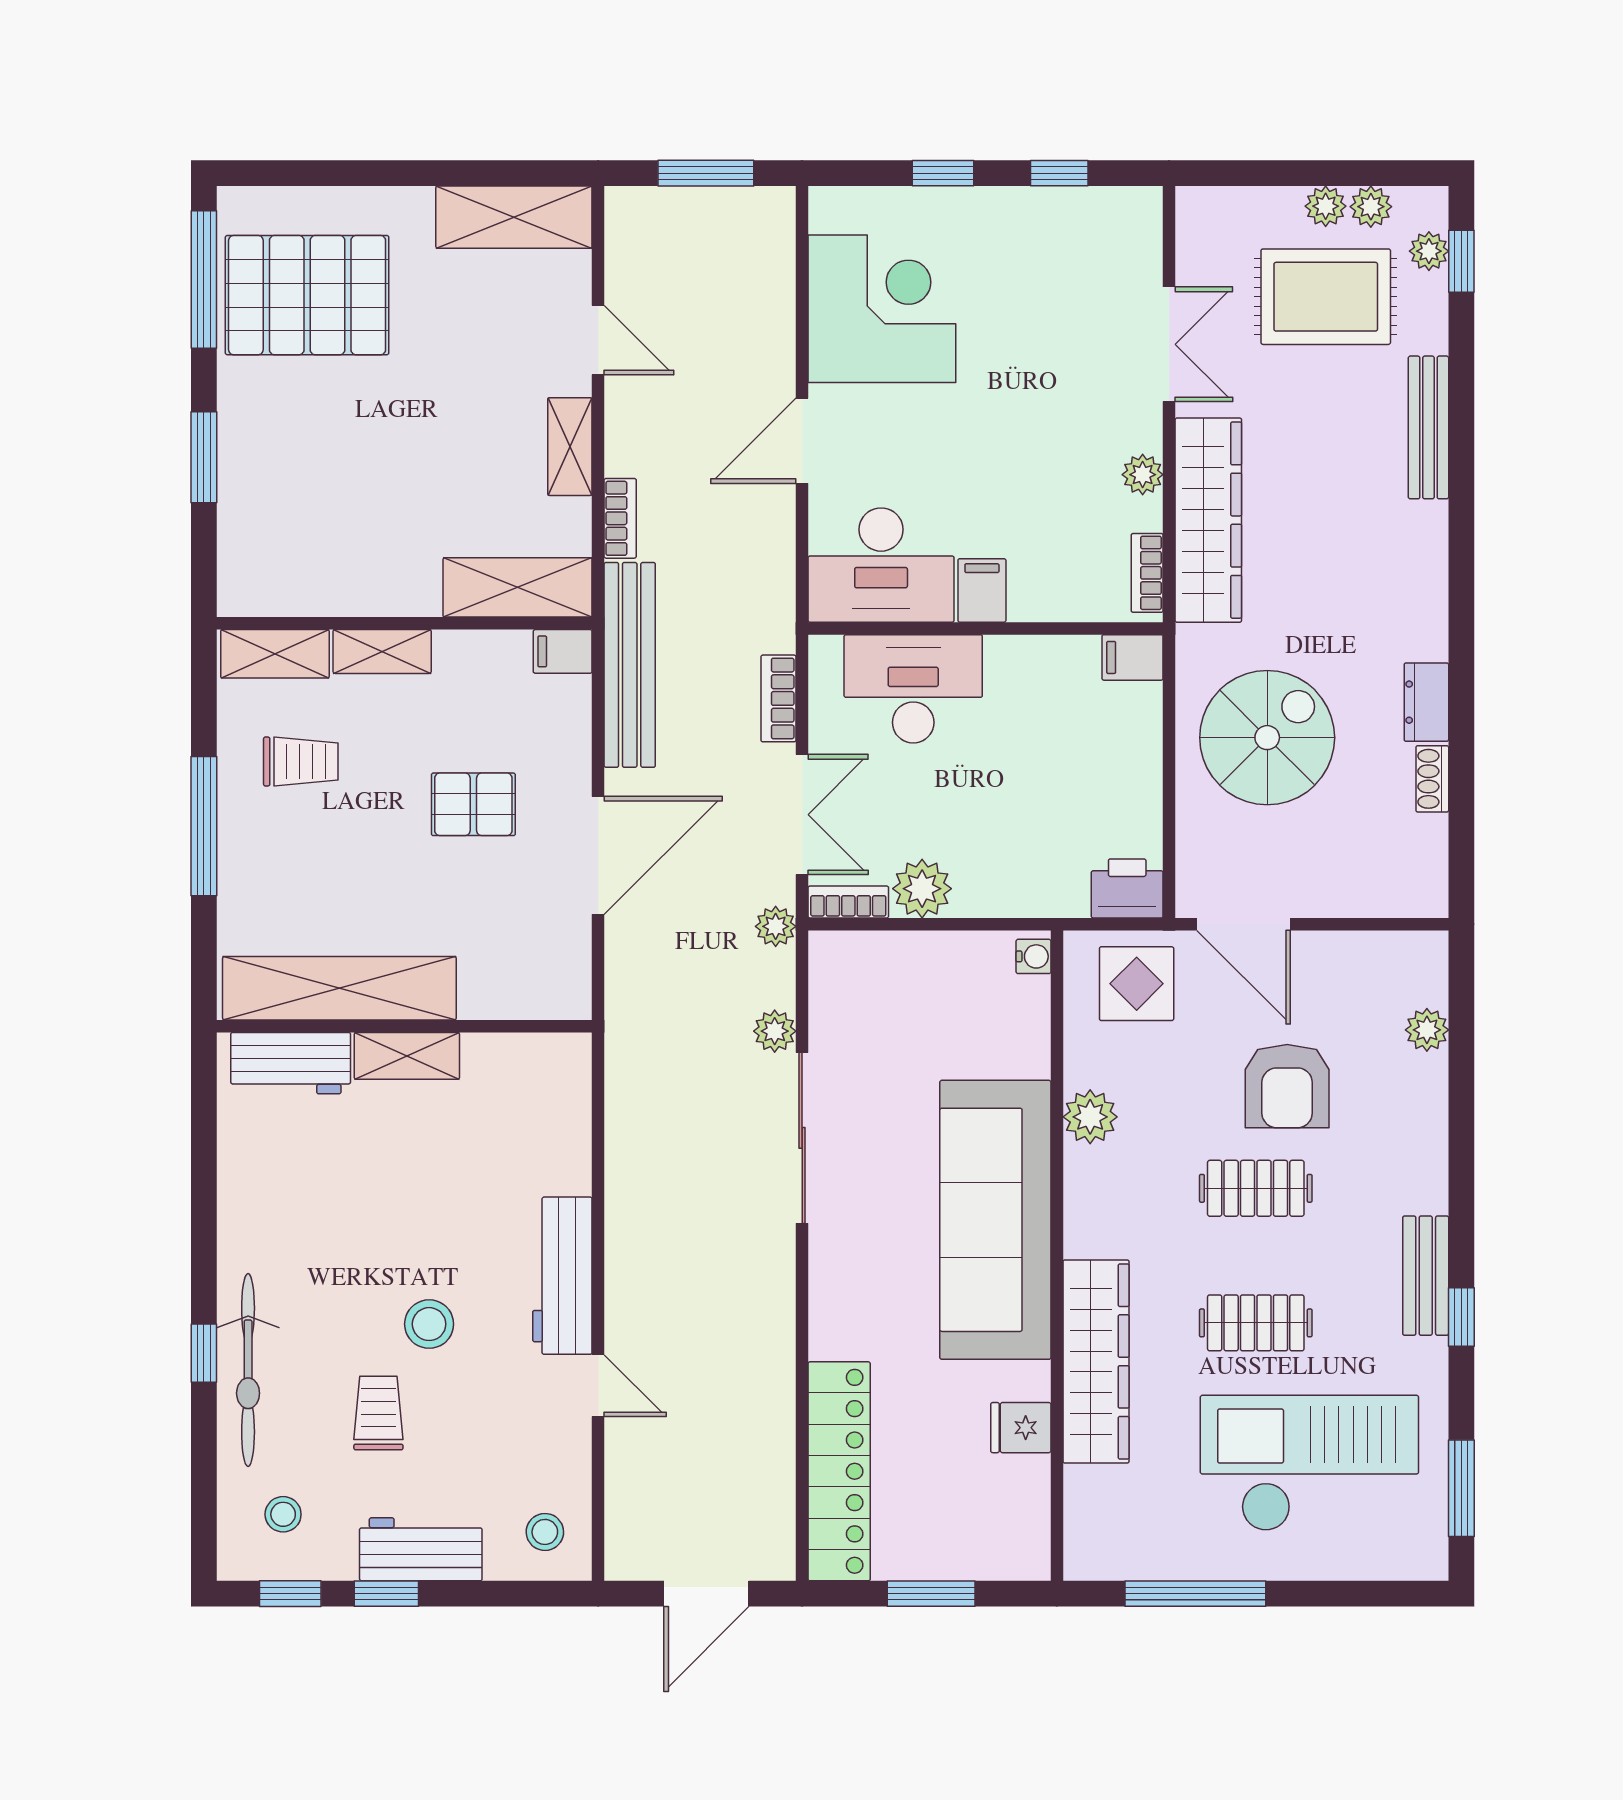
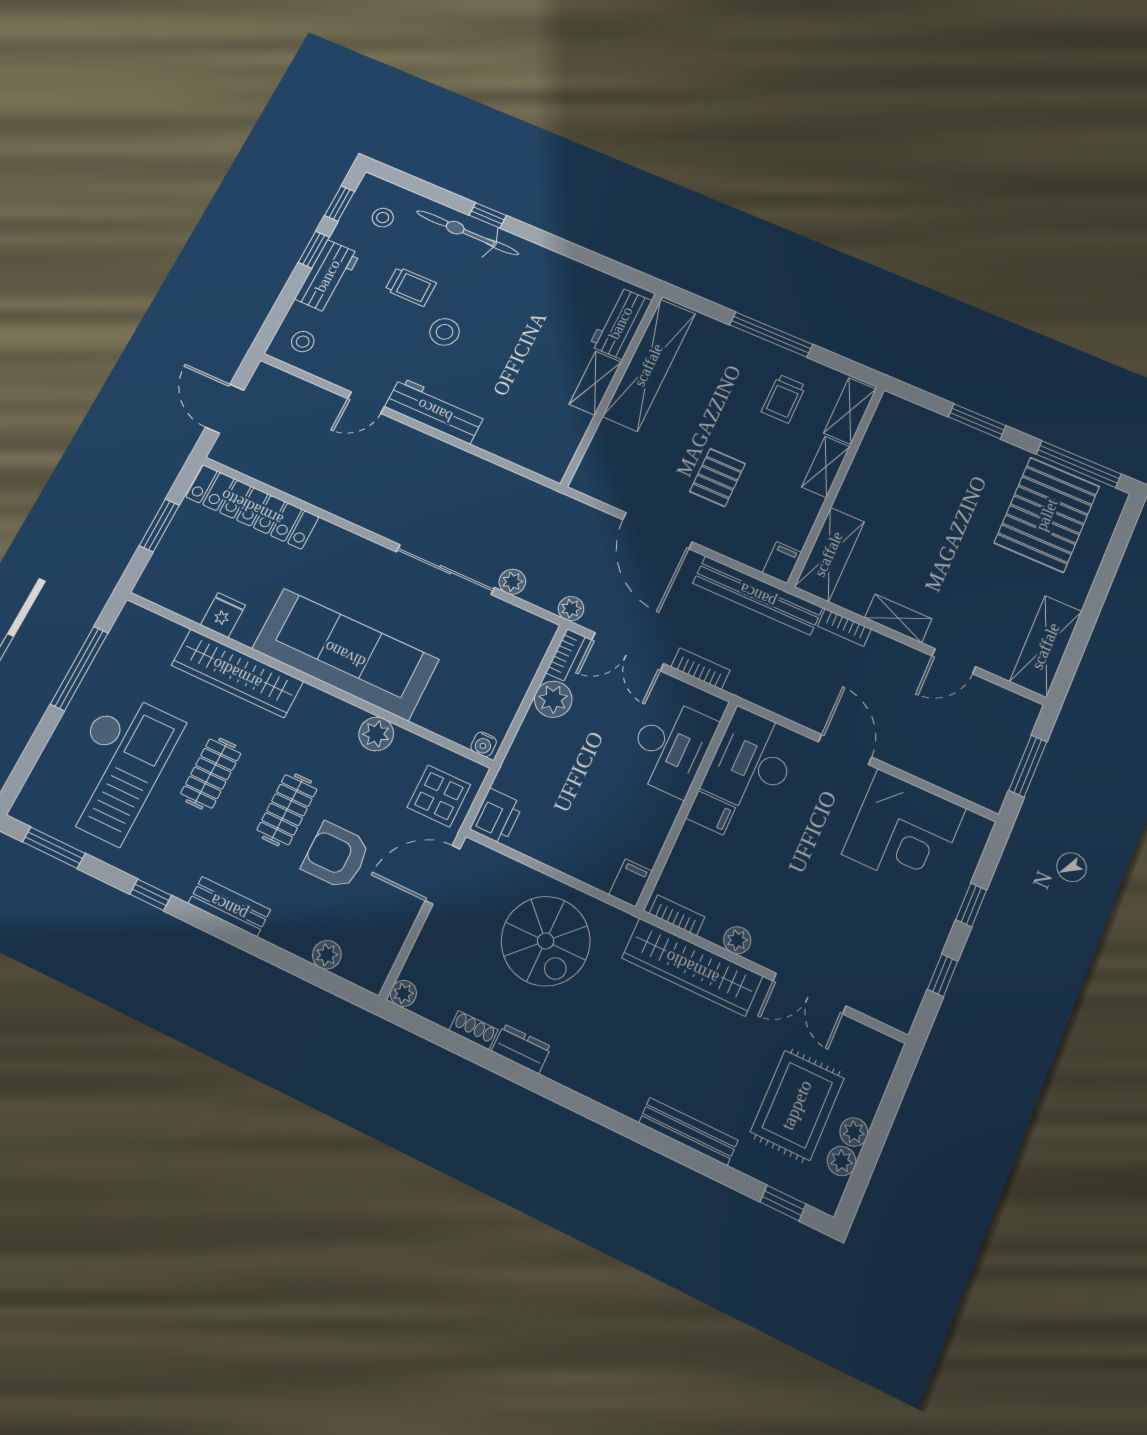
plant: (1429, 251) -> (403, 993), moved
bench: (1426, 1276) -> (229, 907), moved

